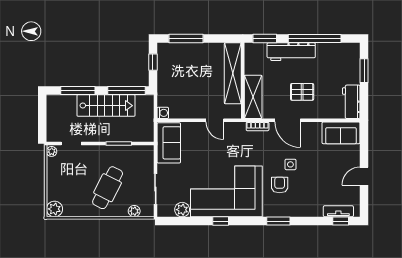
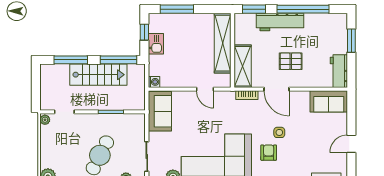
kitchen sink: (165, 74) -> (156, 44), added

